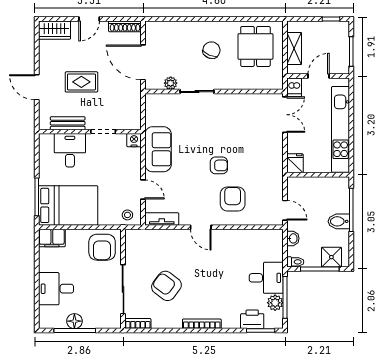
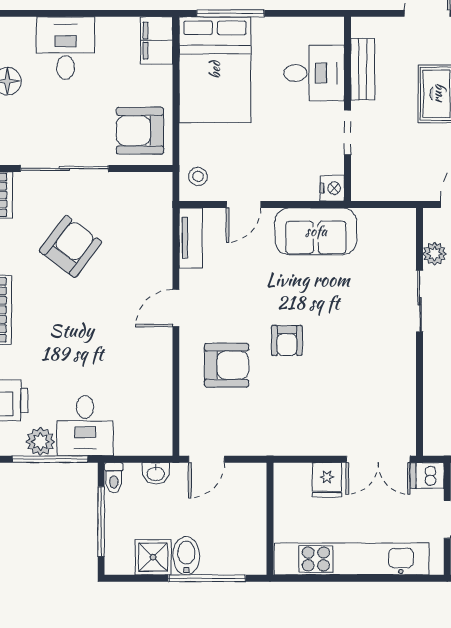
fridge: (295, 163) -> (327, 480), moved, turned 90
shower: (331, 257) -> (153, 557), moved

